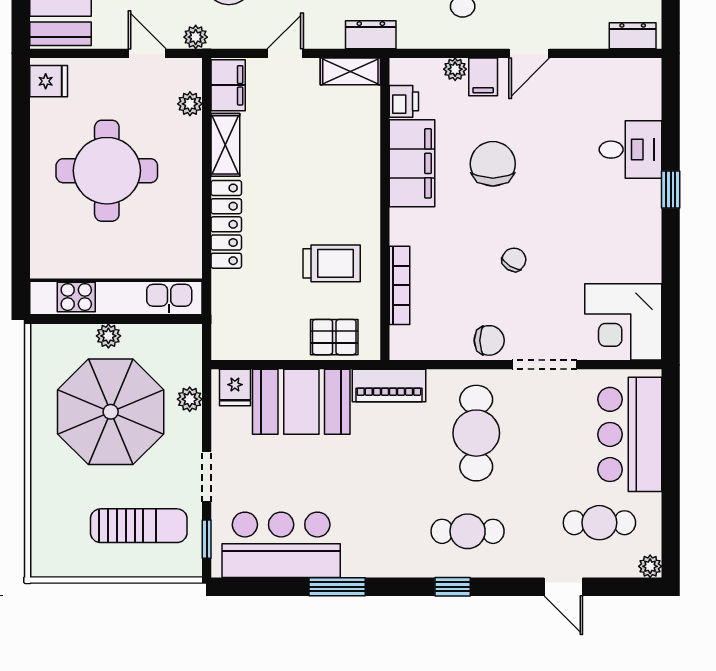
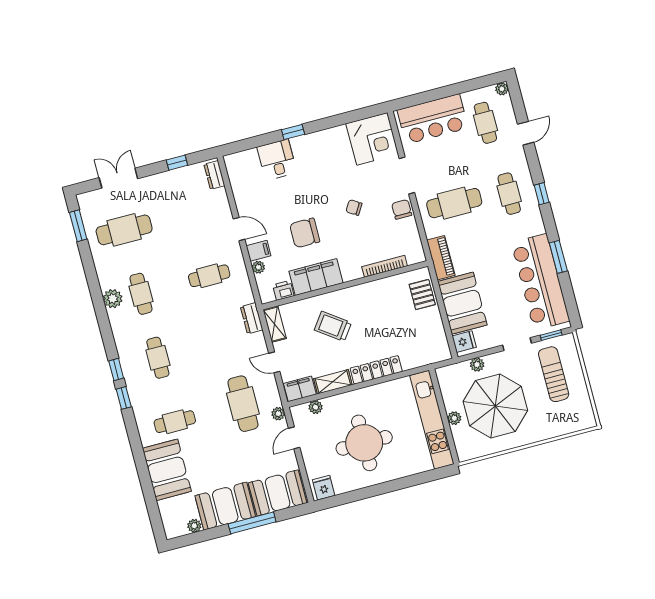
trolley: (332, 263) -> (333, 326), moved, turned -54
bar counter: (281, 545) -> (540, 282), width x1.36

